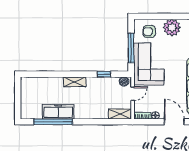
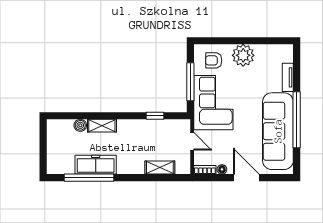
boiler: (124, 81) -> (80, 125), moved
shelving: (75, 82) -> (102, 126), moved
door: (133, 94) -> (192, 141), hinge flipped
shelving: (120, 114) -> (160, 168), moved

